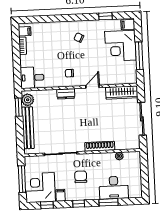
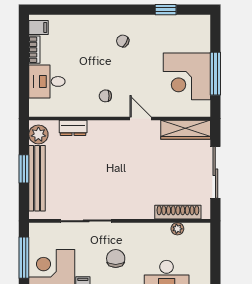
filing cabinet: (128, 25) -> (200, 24), removed
corner desk: (120, 46) -> (187, 76), moved
desk: (32, 78) -> (47, 81), moved
door: (93, 87) -> (141, 119), hinge flipped
dresser: (66, 94) -> (73, 128), moved
window: (19, 107) -> (24, 169), moved
shoe rack: (100, 146) -> (178, 212), moved

